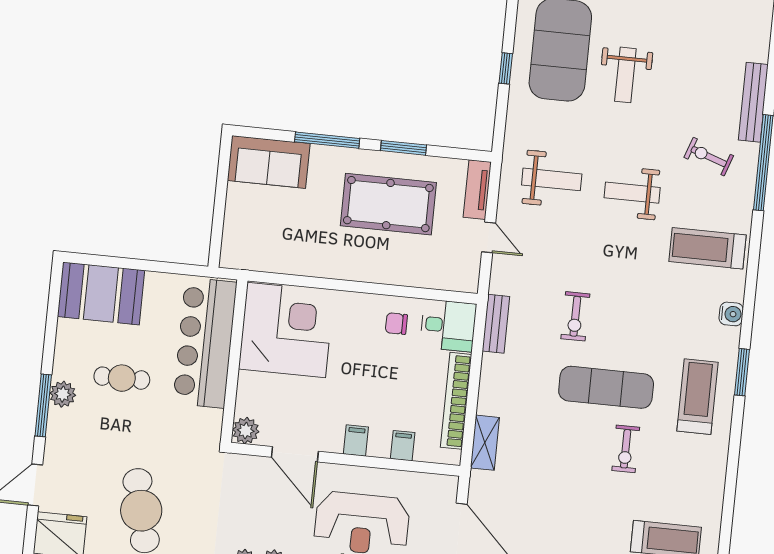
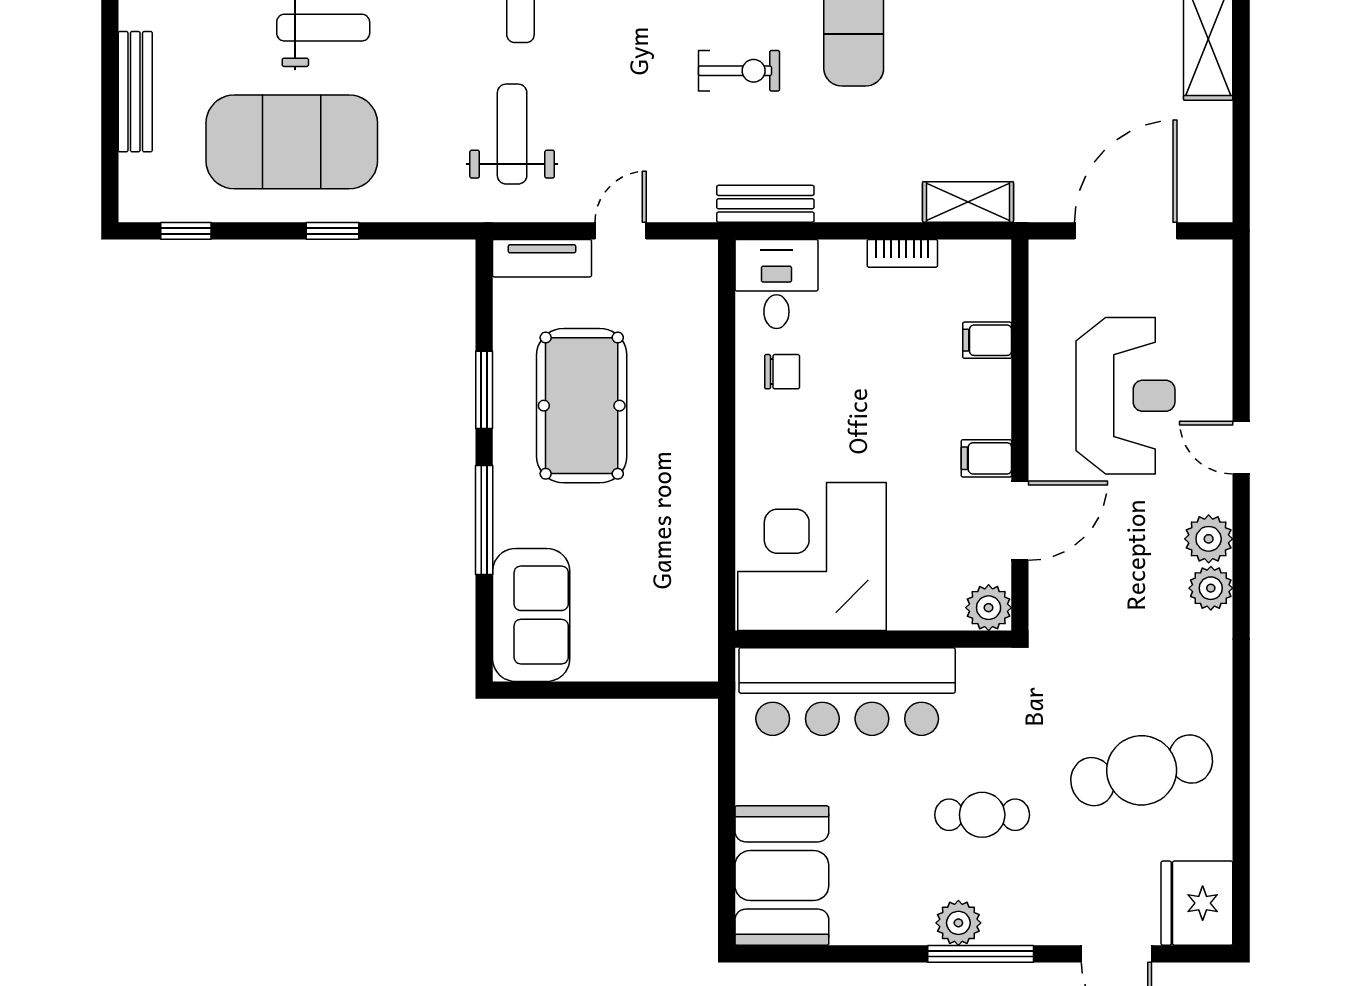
chair: (396, 324) -> (782, 372), turned -90
cafe table: (122, 378) -> (982, 815), moved, turned 90
bookcase: (456, 401) -> (902, 253), width x0.43, depth x0.76
filing cabinet: (356, 441) -> (986, 458), moved

